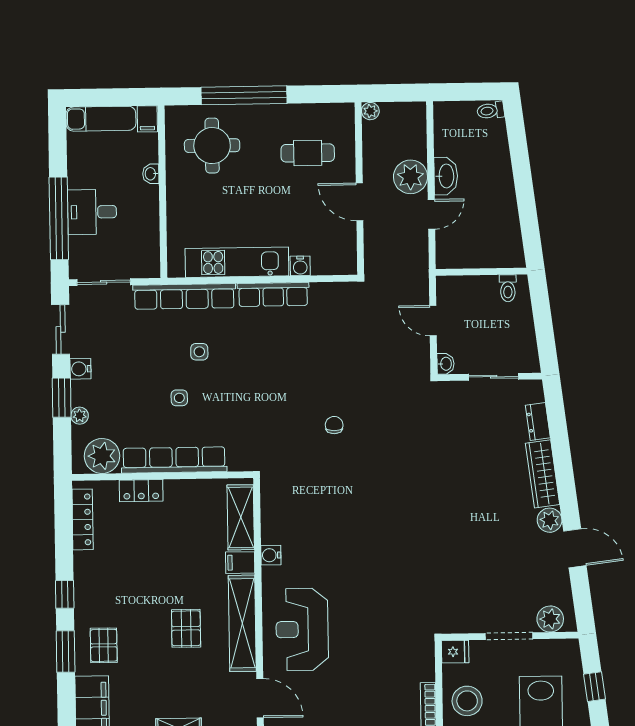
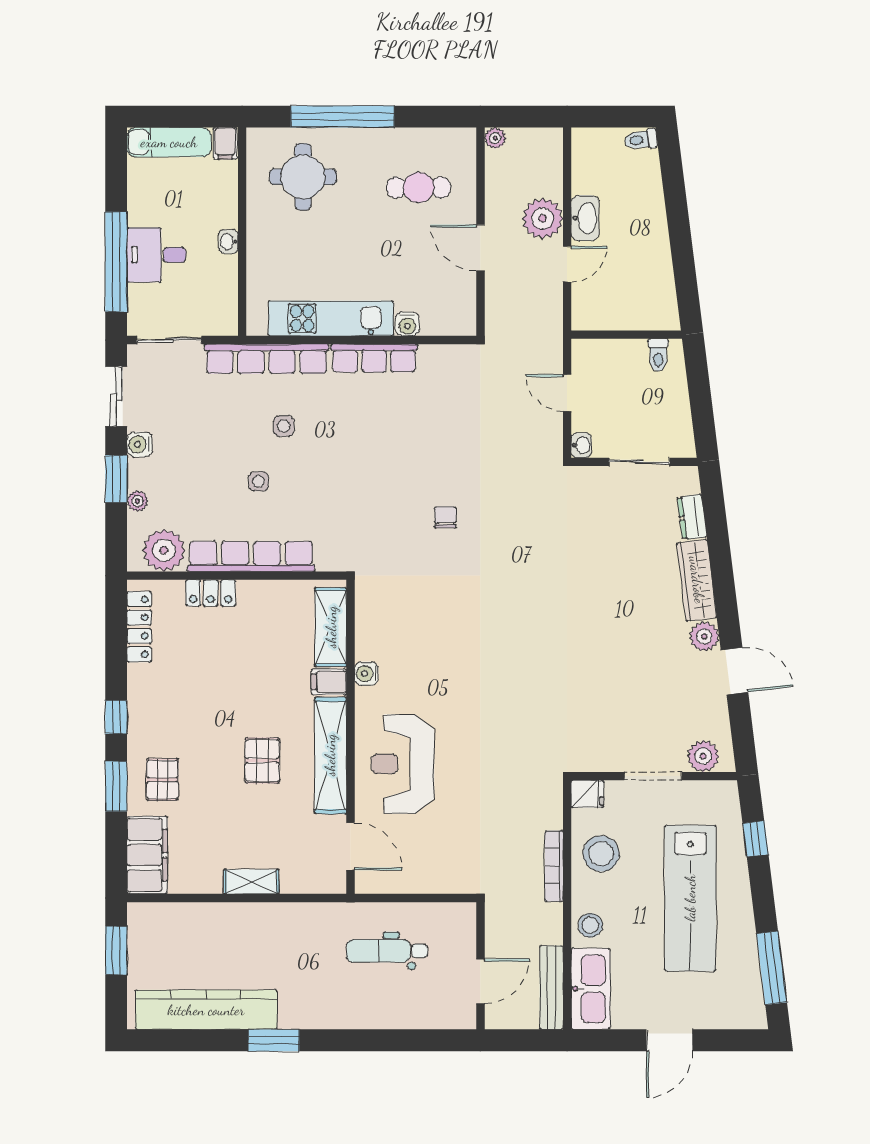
washbasin: (151, 174) -> (228, 242), moved

